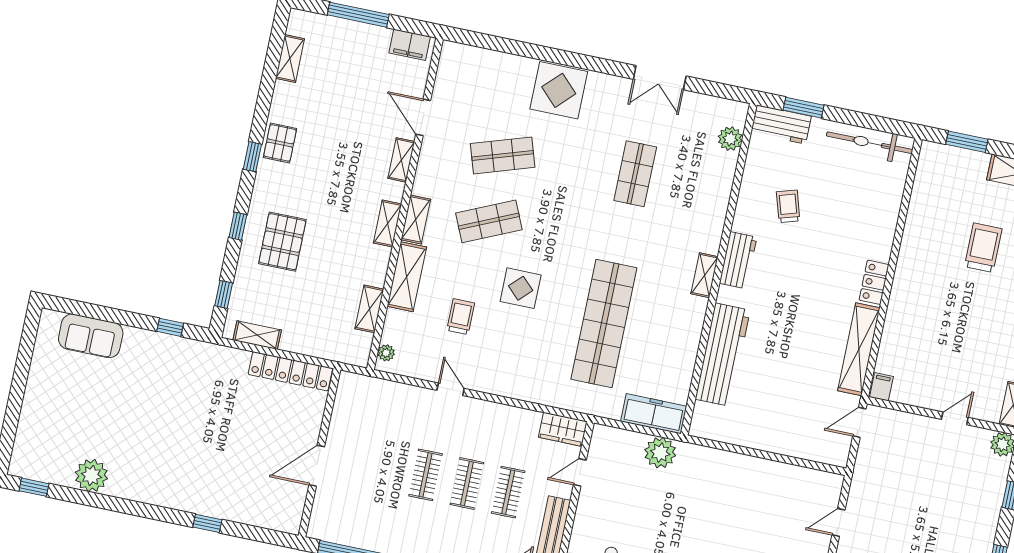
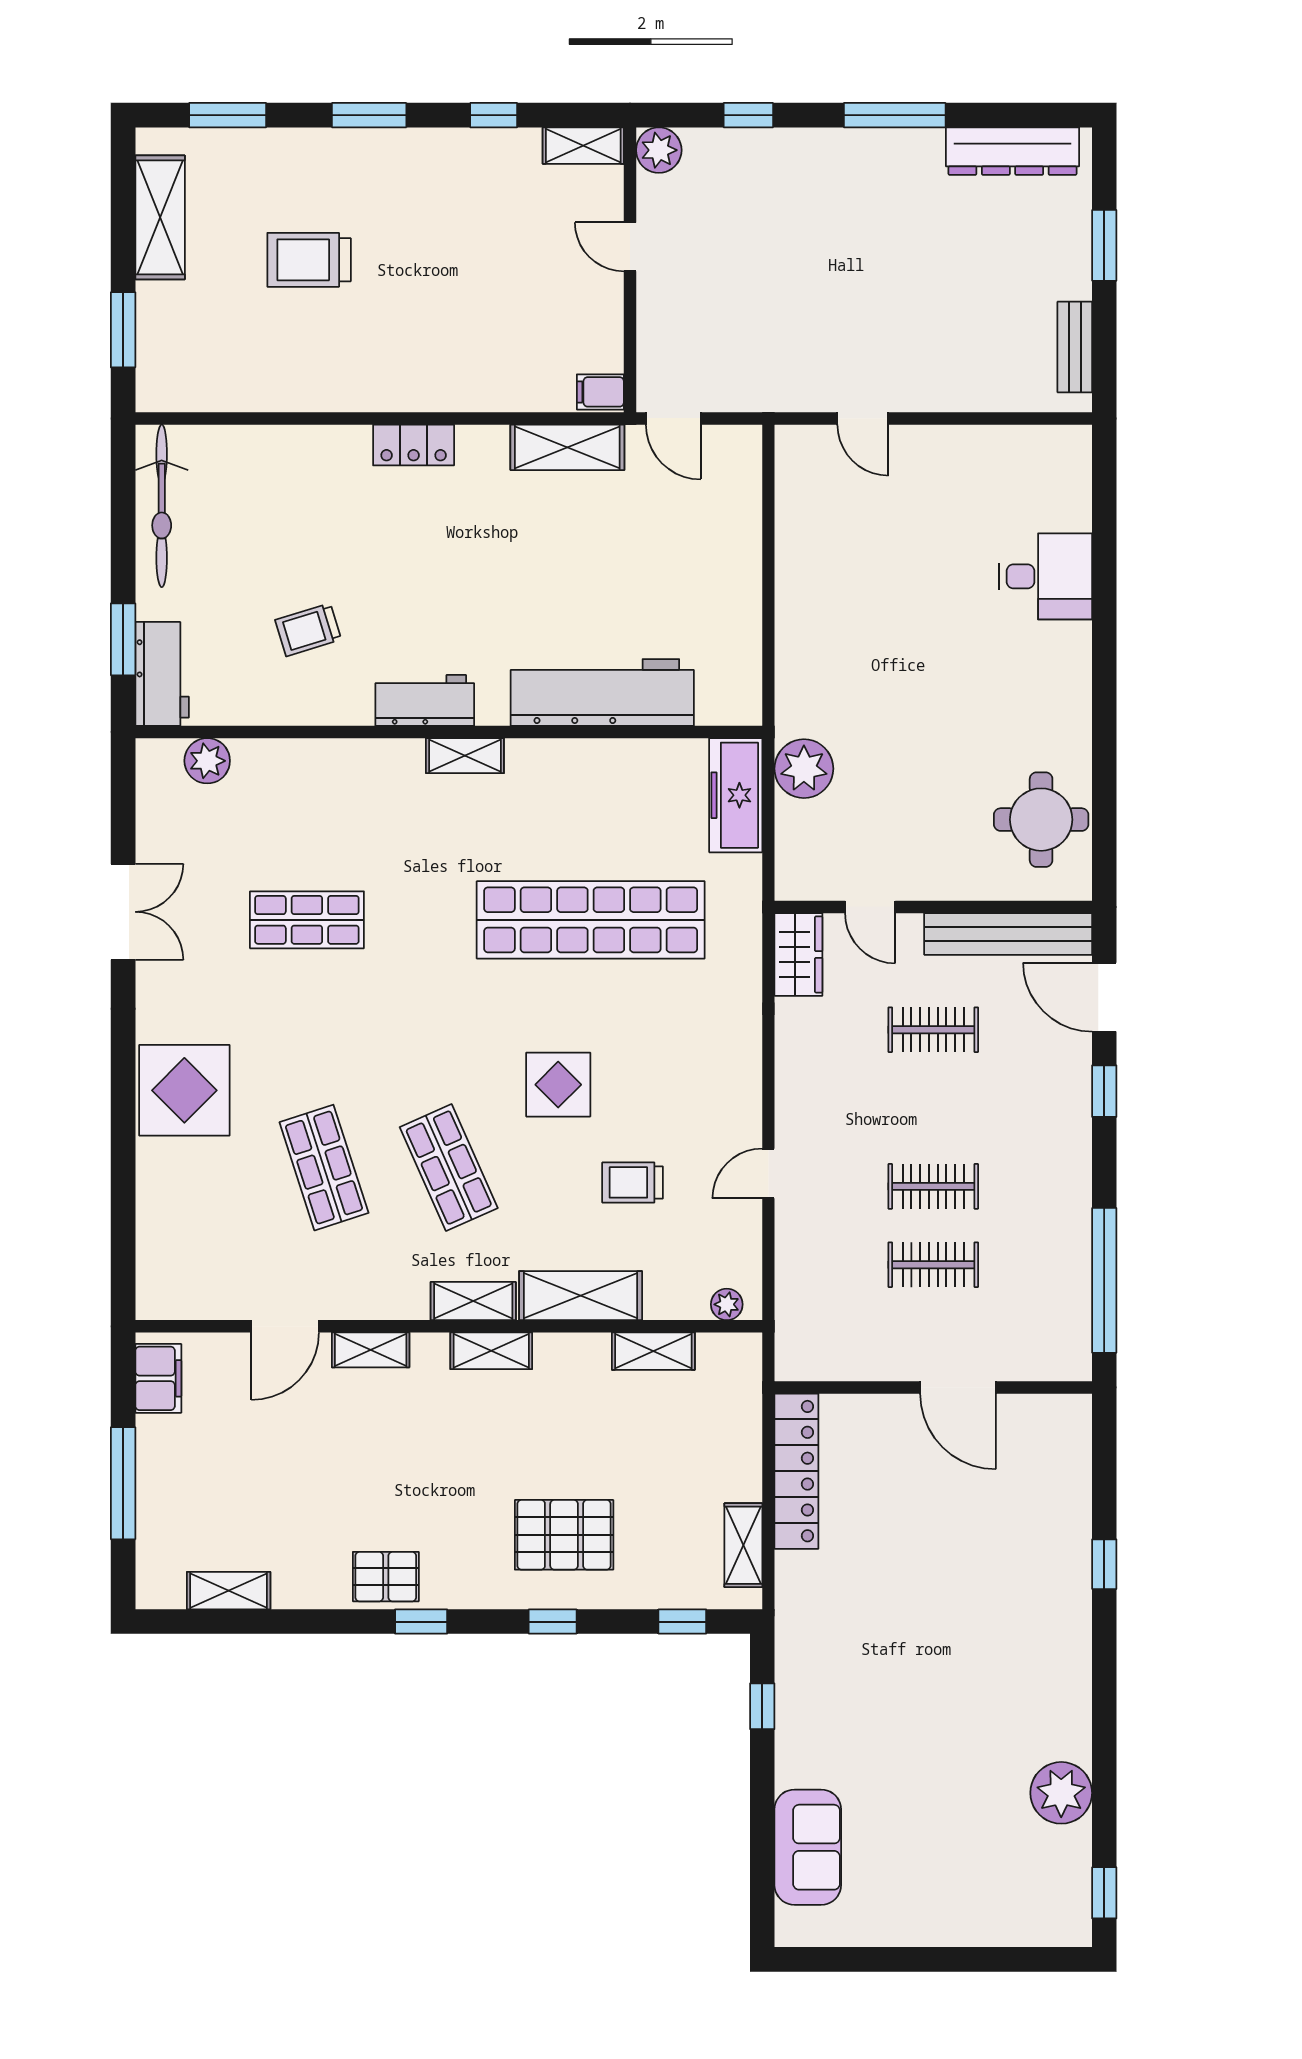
shelving: (859, 349) -> (567, 447), width x0.68
clothes rail: (467, 483) -> (933, 1265), moved

